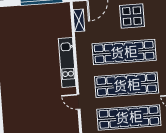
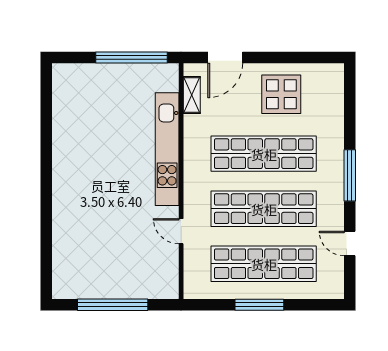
kitchen unit: (67, 63) -> (167, 149), width x1.36

